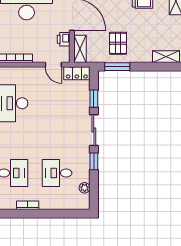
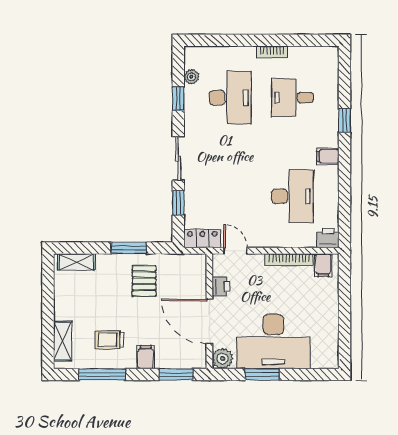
shelving: (80, 49) -> (198, 273), removed
window: (117, 67) -> (129, 248), moved
window: (94, 161) -> (178, 99), moved
desk: (57, 173) -> (230, 98), width x1.37

